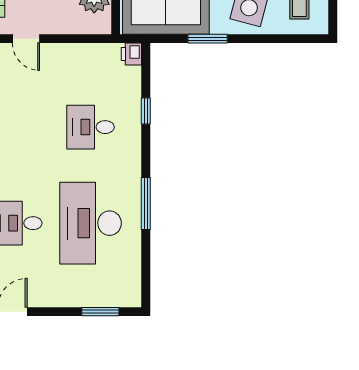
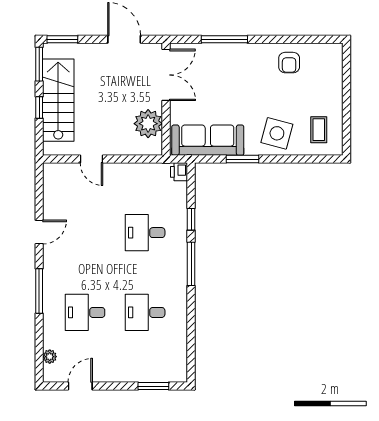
window: (146, 204) -> (191, 264), moved
desk: (90, 223) -> (145, 312), width x0.53, depth x0.77

